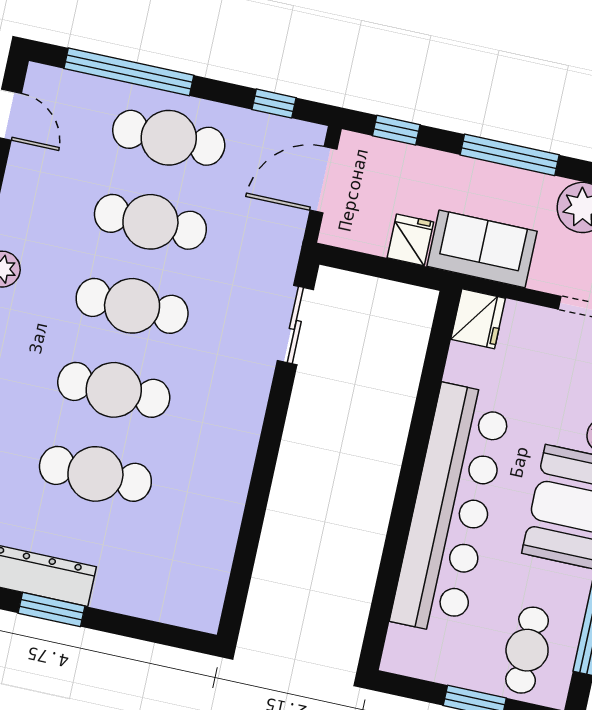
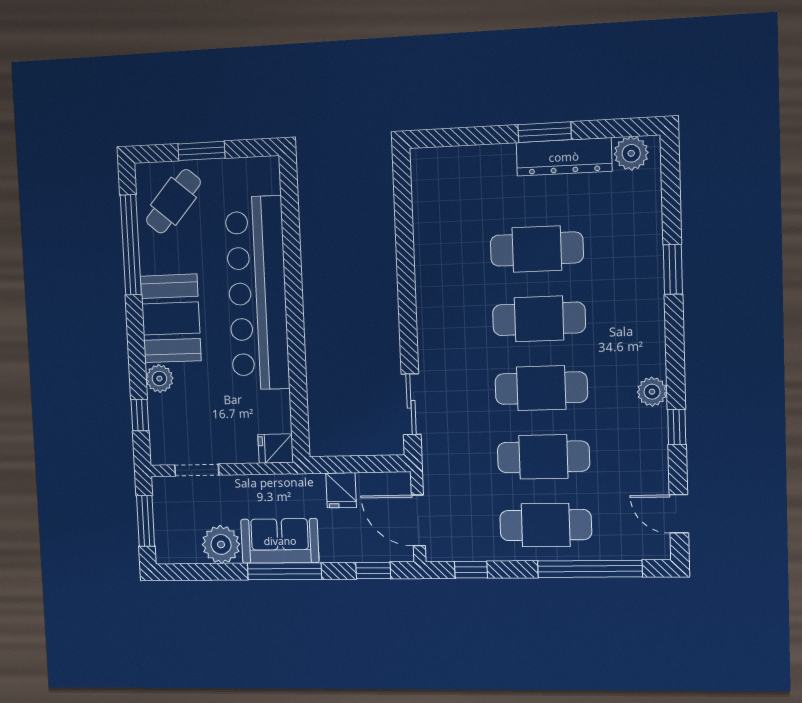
door: (323, 180) -> (418, 520), swing flipped
sofa: (482, 249) -> (280, 541), moved, turned 180
fridge: (478, 319) -> (276, 449), width x0.72
cafe table: (527, 650) -> (173, 201), turned 41

